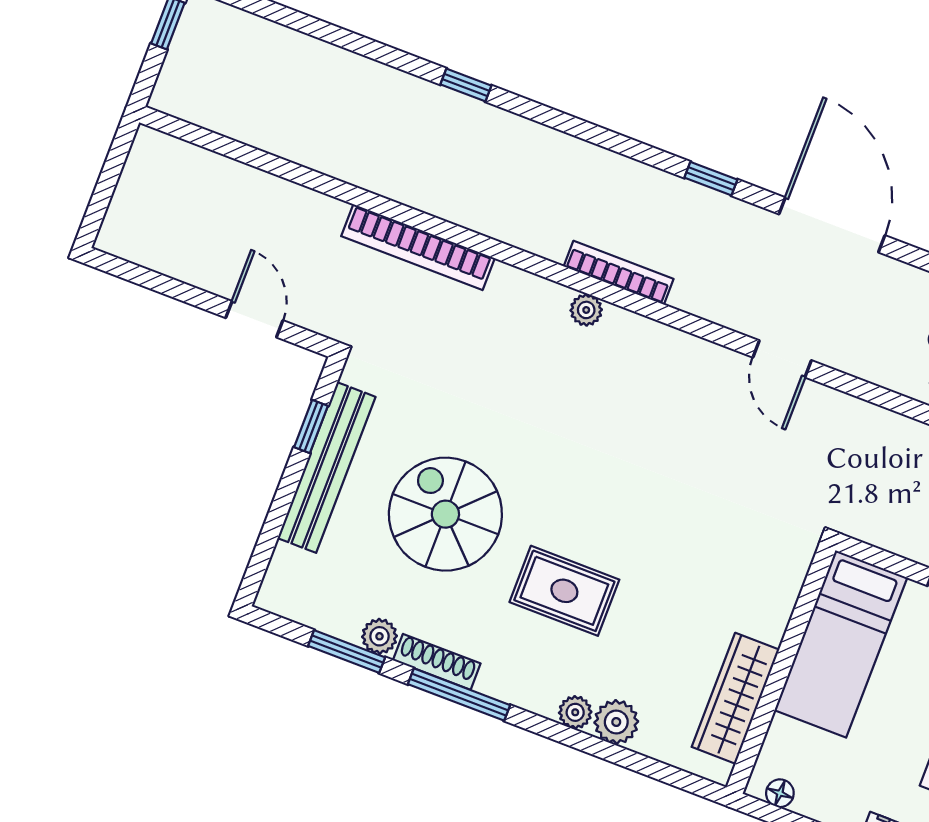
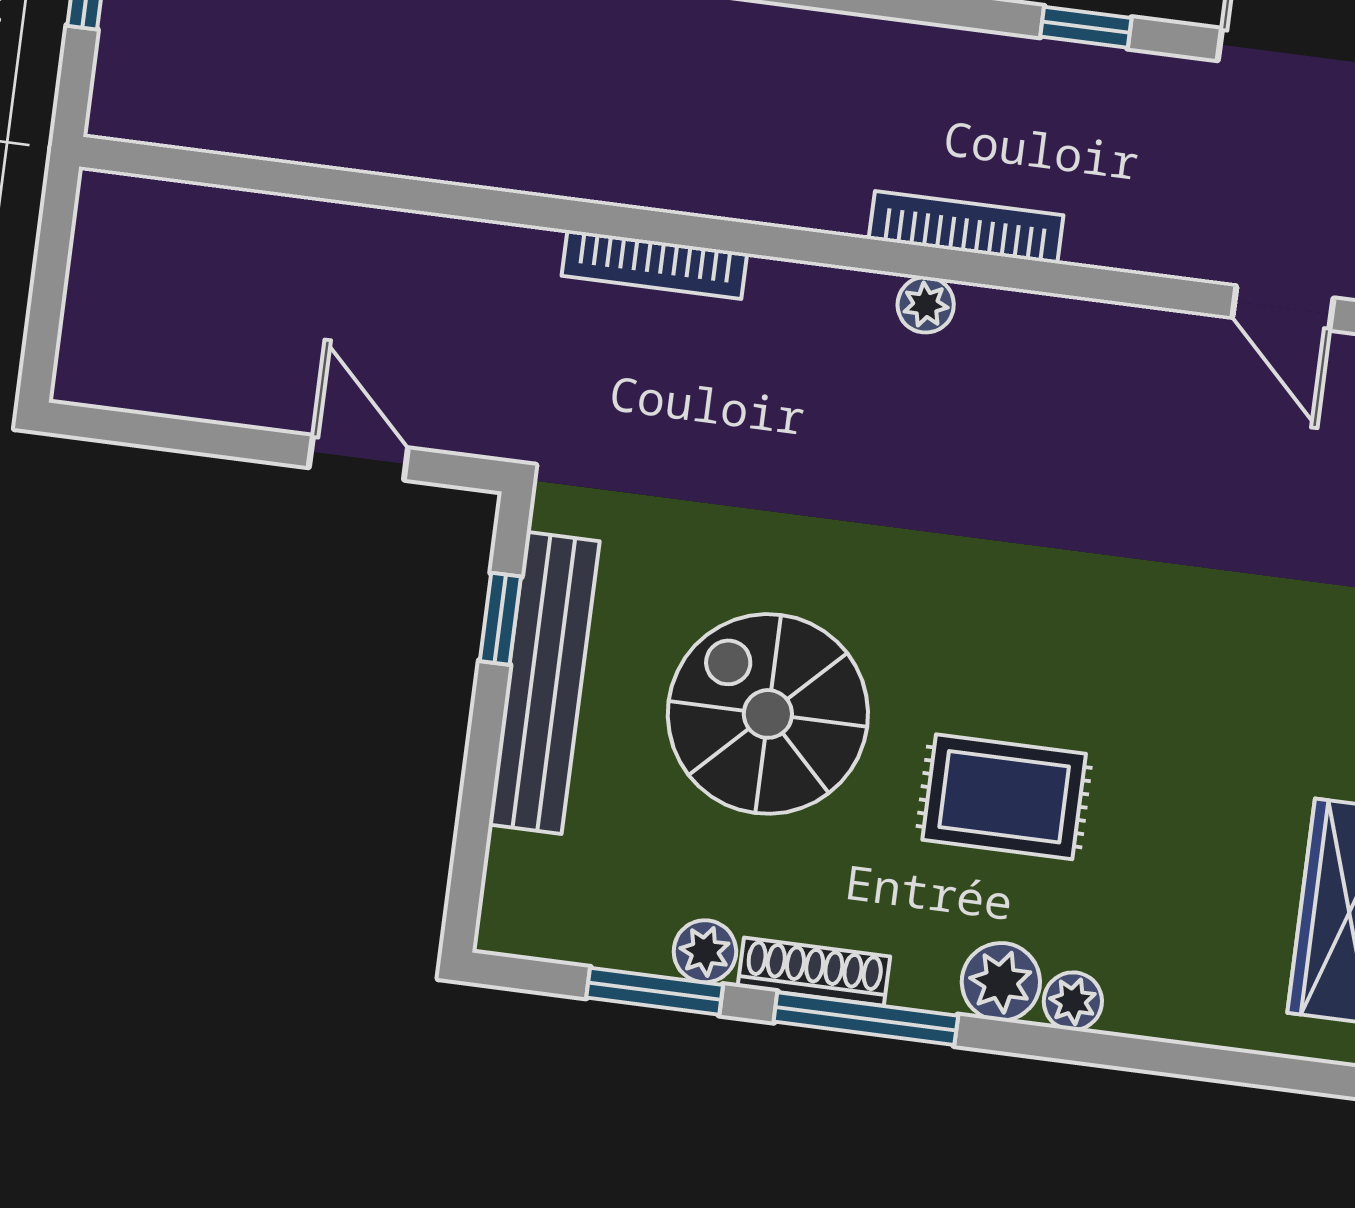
bookcase: (418, 247) -> (654, 265), width x0.68, depth x0.76
plant: (616, 722) -> (1001, 982), moved

